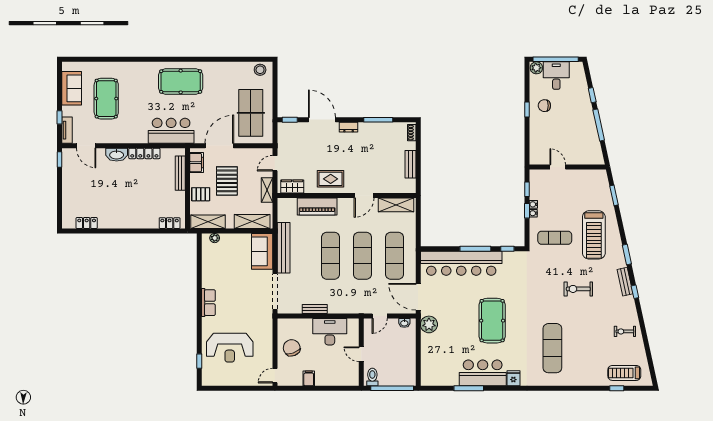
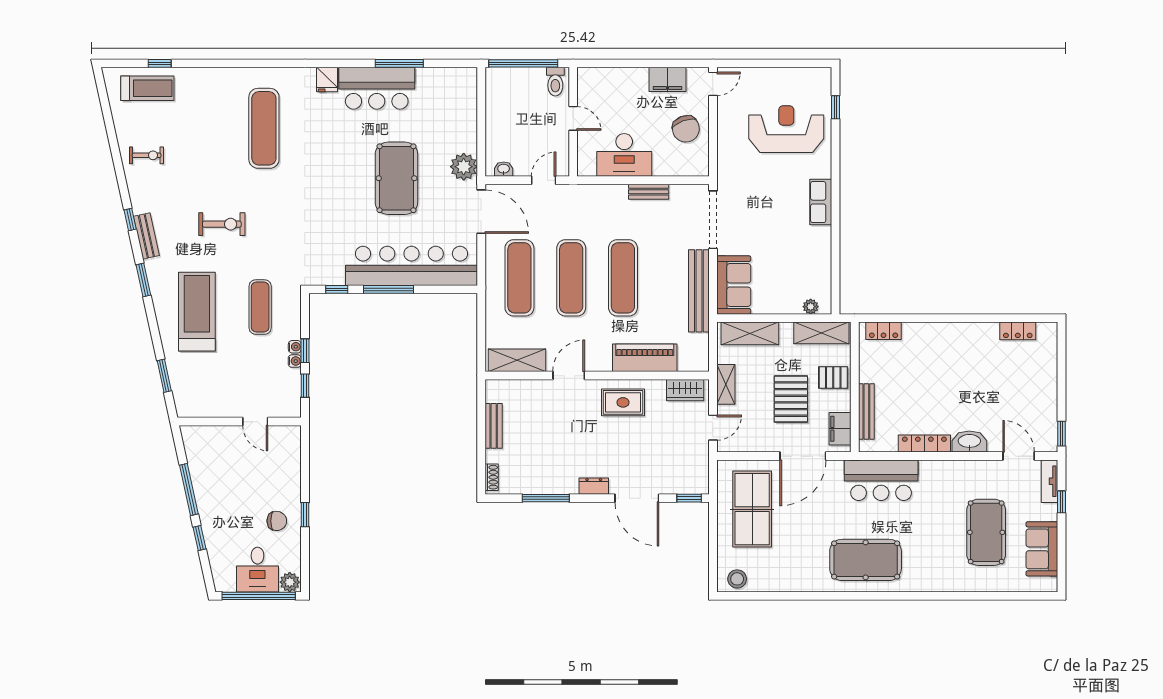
exercise mat: (555, 238) -> (260, 307), turned 90
pool table: (492, 321) -> (396, 178), moved
filing cabinet: (309, 378) -> (668, 79), width x2.00

